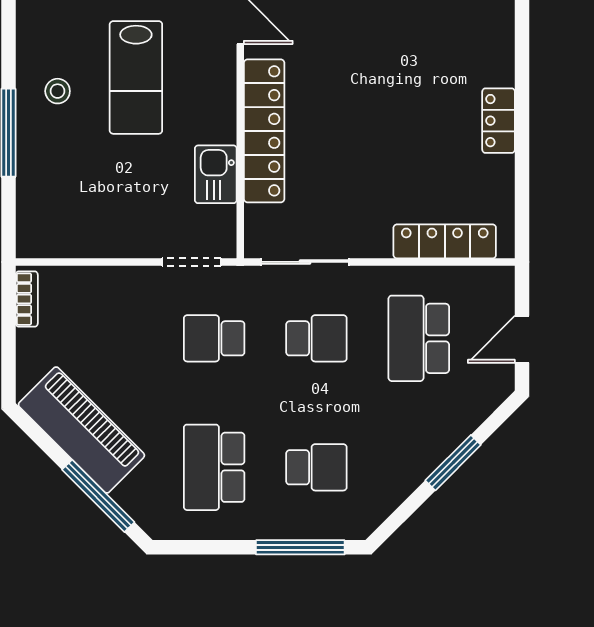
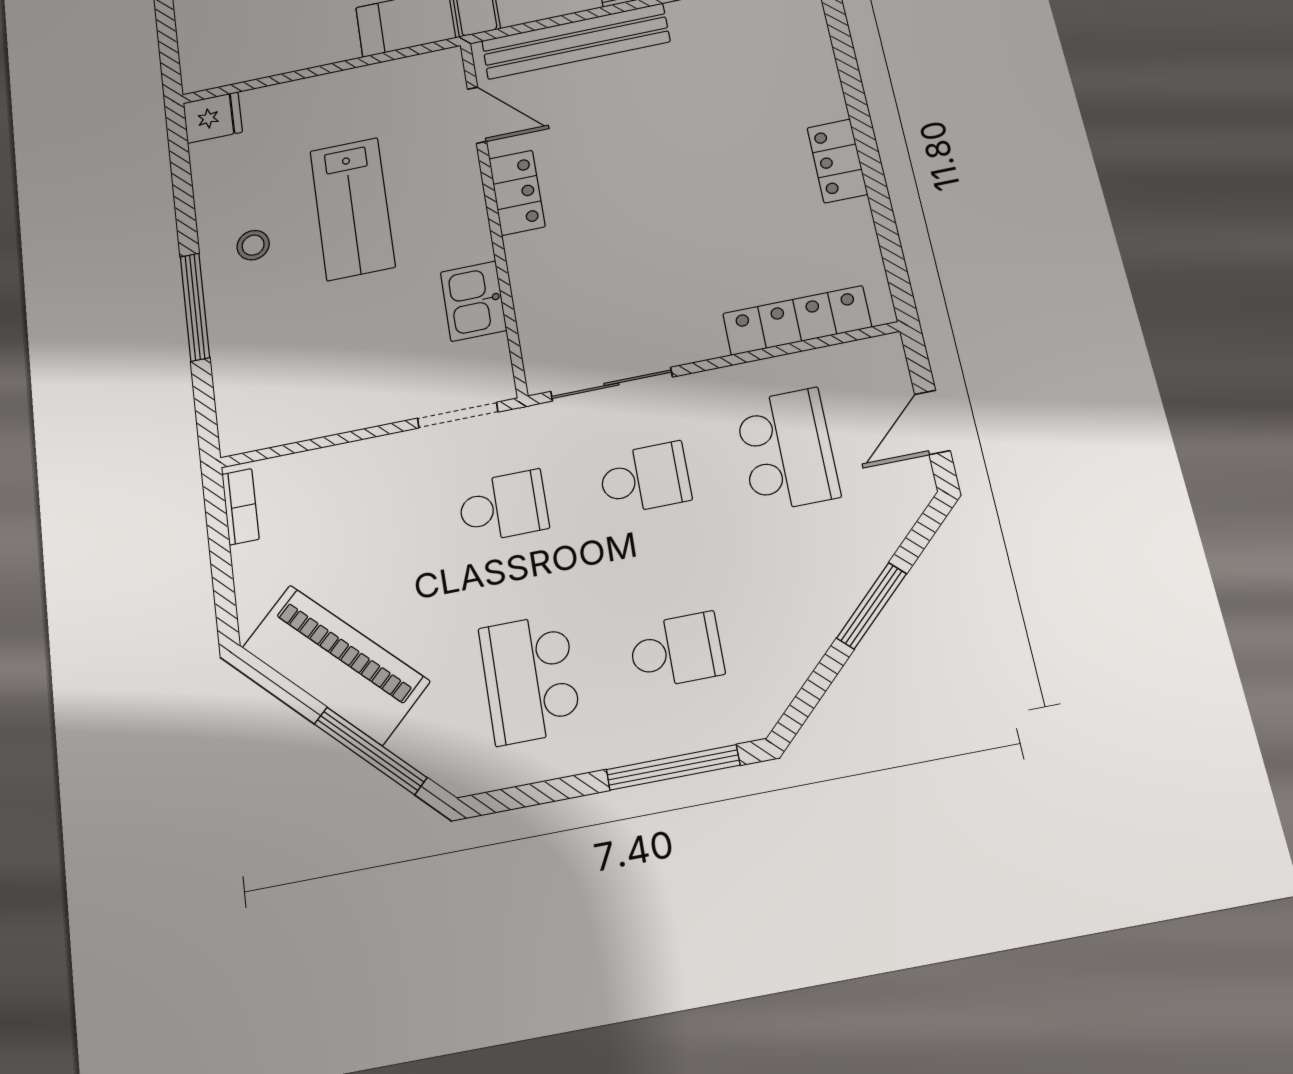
locker: (264, 131) -> (517, 193), width x0.46, depth x0.83
school desk: (214, 338) -> (503, 506), turned 180
school desk: (419, 338) -> (787, 450), turned 180

